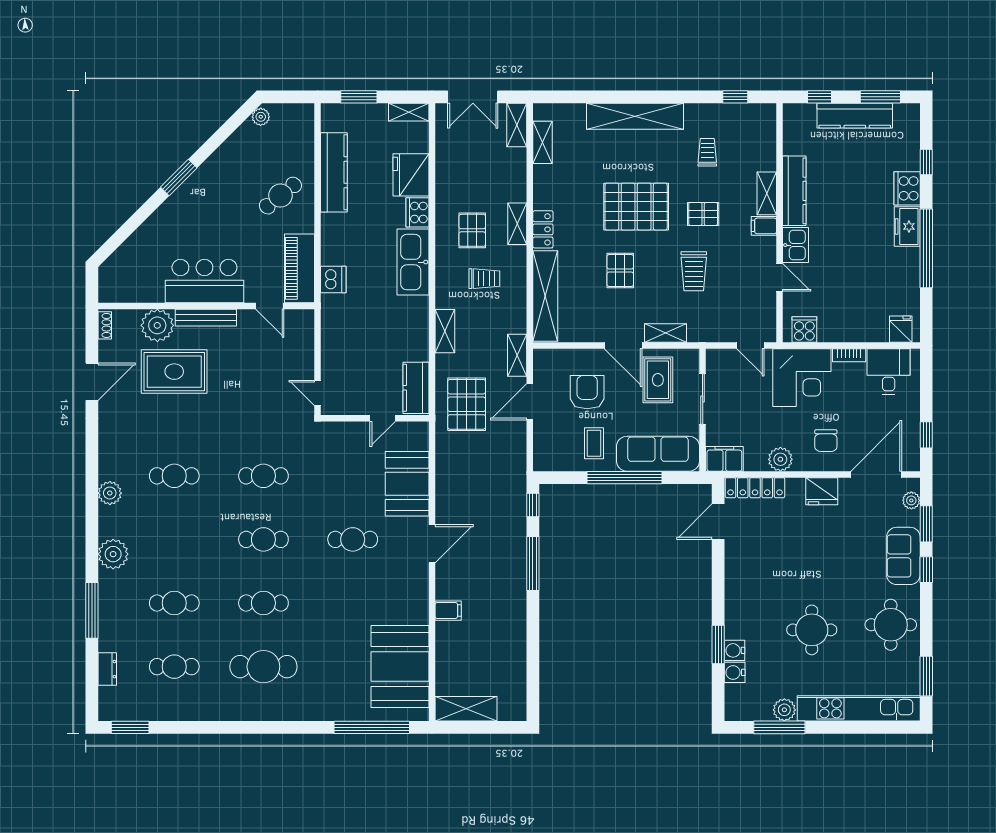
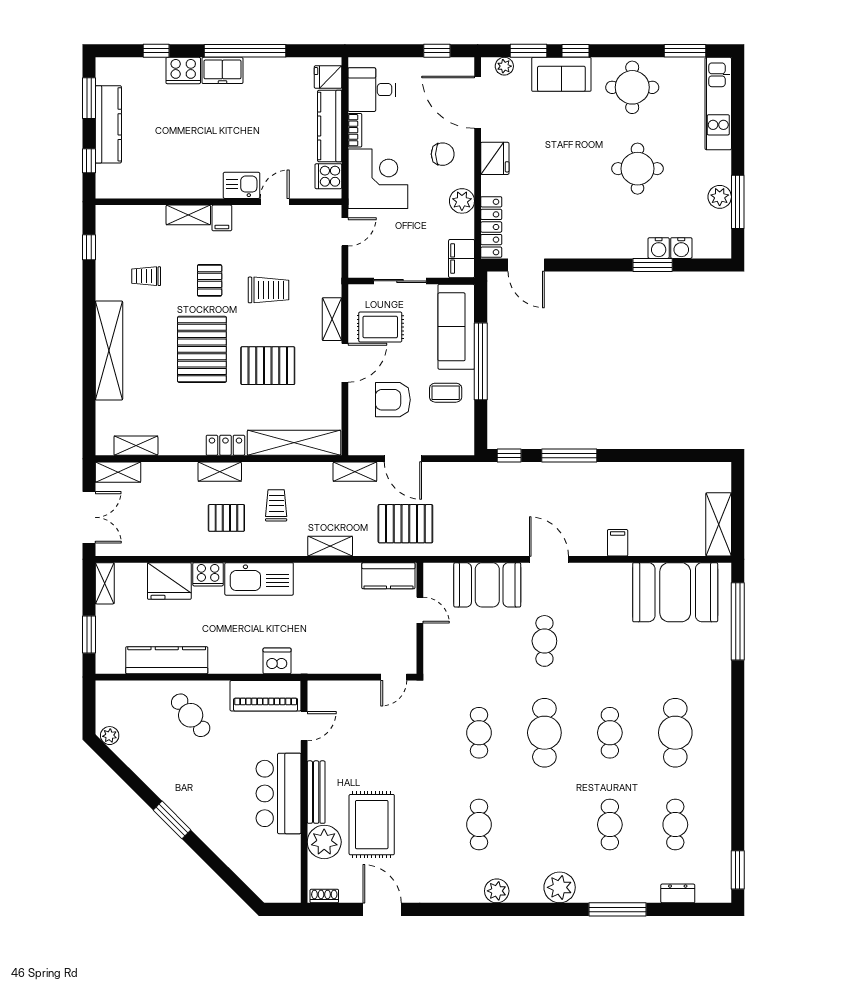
kitchen counter: (794, 191) -> (330, 126), moved, turned -90
pallet: (620, 271) -> (268, 366), width x1.50, depth x1.42
cafe table: (263, 539) -> (544, 733), width x1.37, depth x1.35
kitchen unit: (859, 708) -> (718, 104), width x0.73

